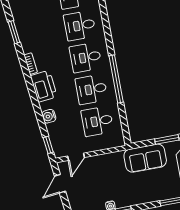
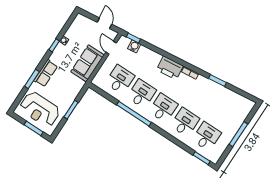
water cooler: (49, 116) -> (134, 46), moved
sofa: (145, 158) -> (88, 63), moved
row of seats: (156, 194) -> (46, 73), added

